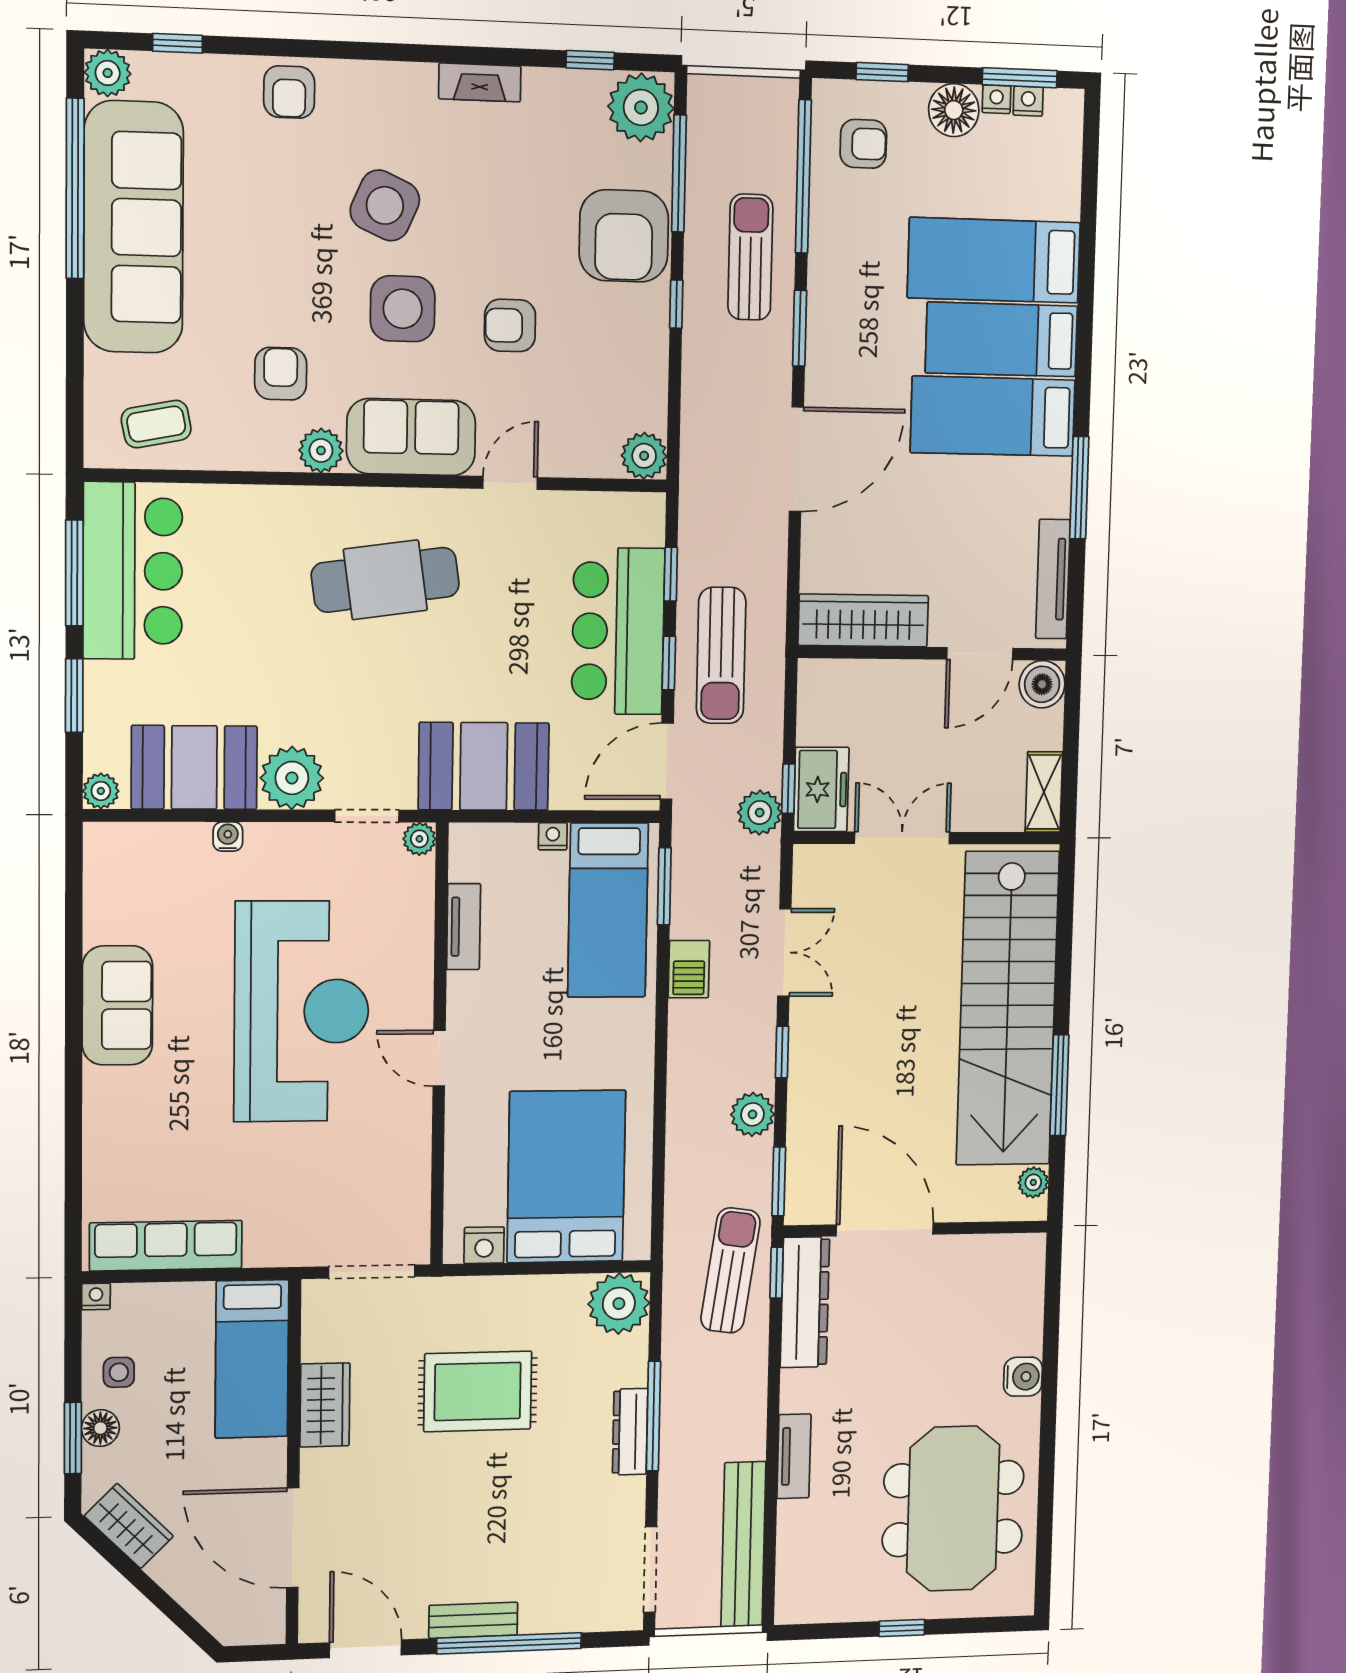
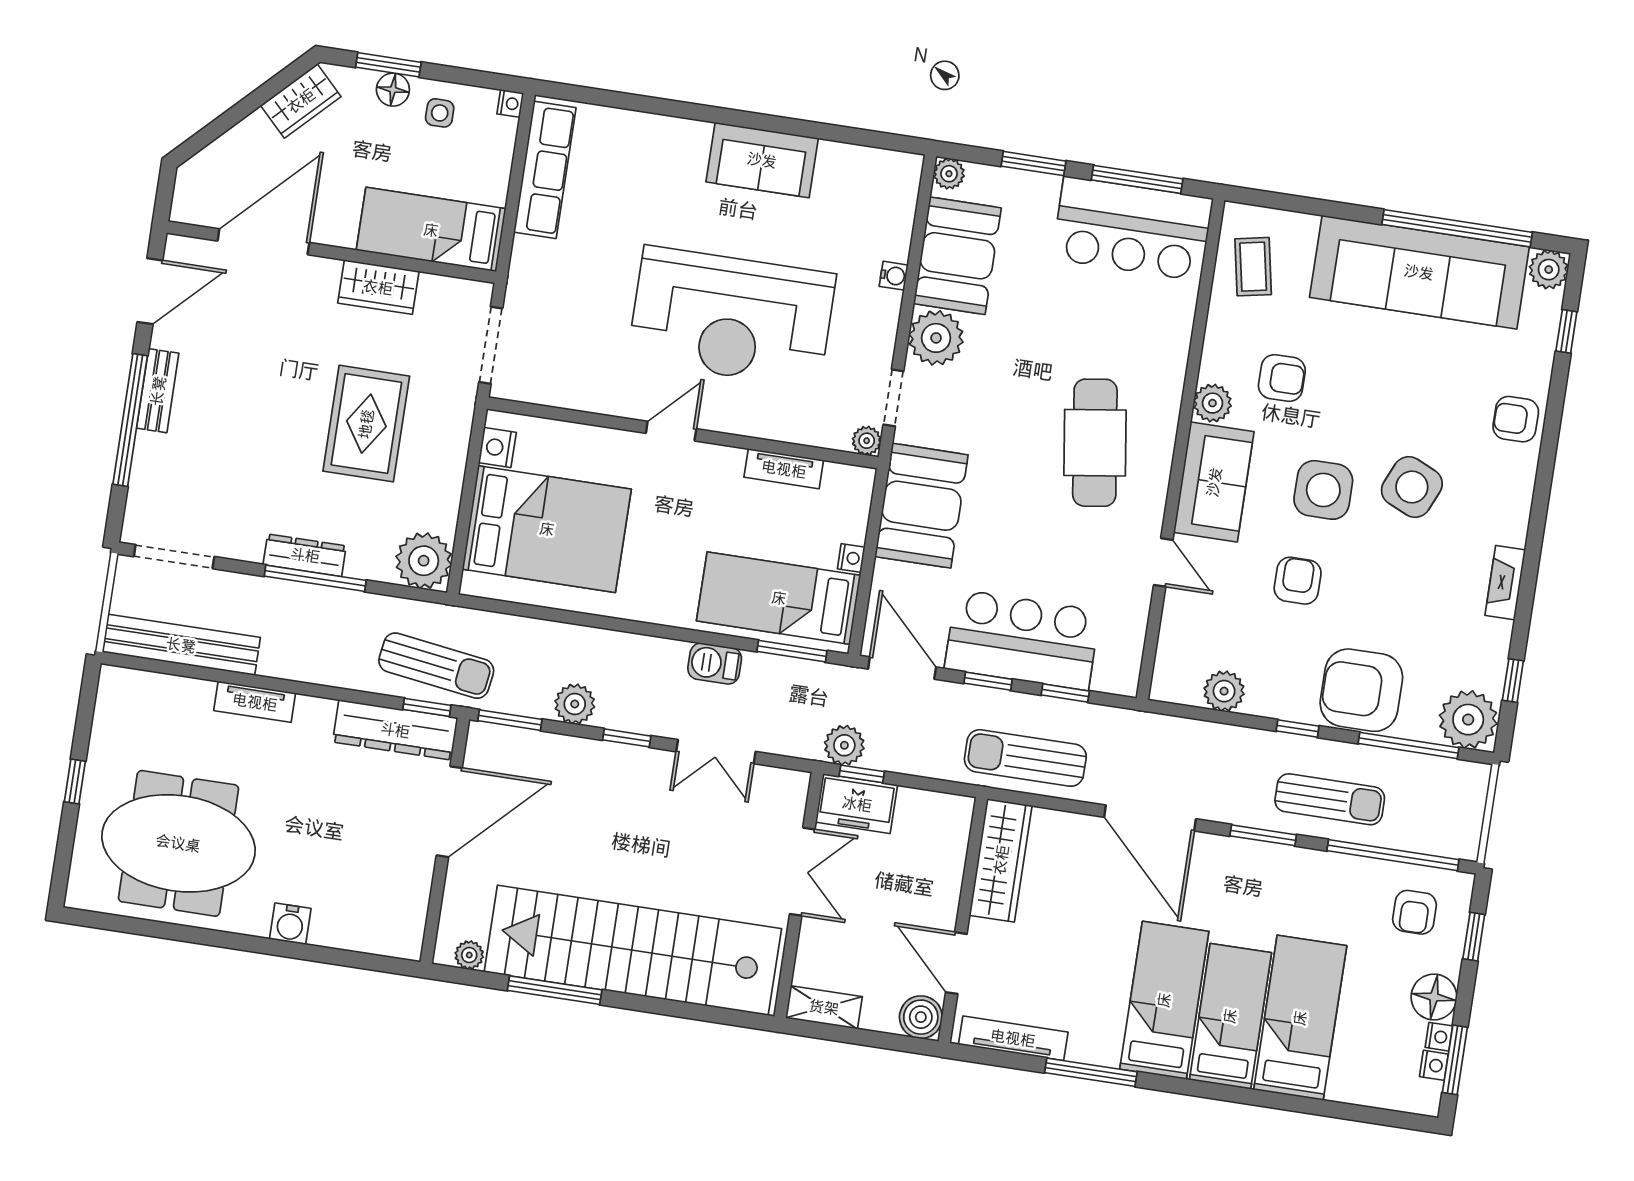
plant: (644, 456) -> (1224, 691), moved
sun lounger: (721, 655) -> (1025, 758), moved

